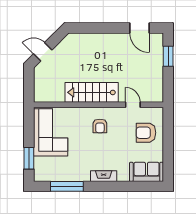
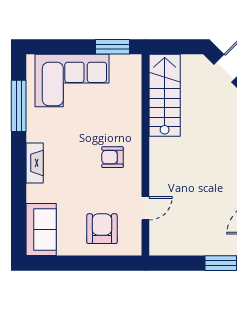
stairs: (92, 92) -> (165, 95), moved
corner sofa: (51, 132) -> (72, 81), moved
window: (29, 158) -> (112, 47), moved

